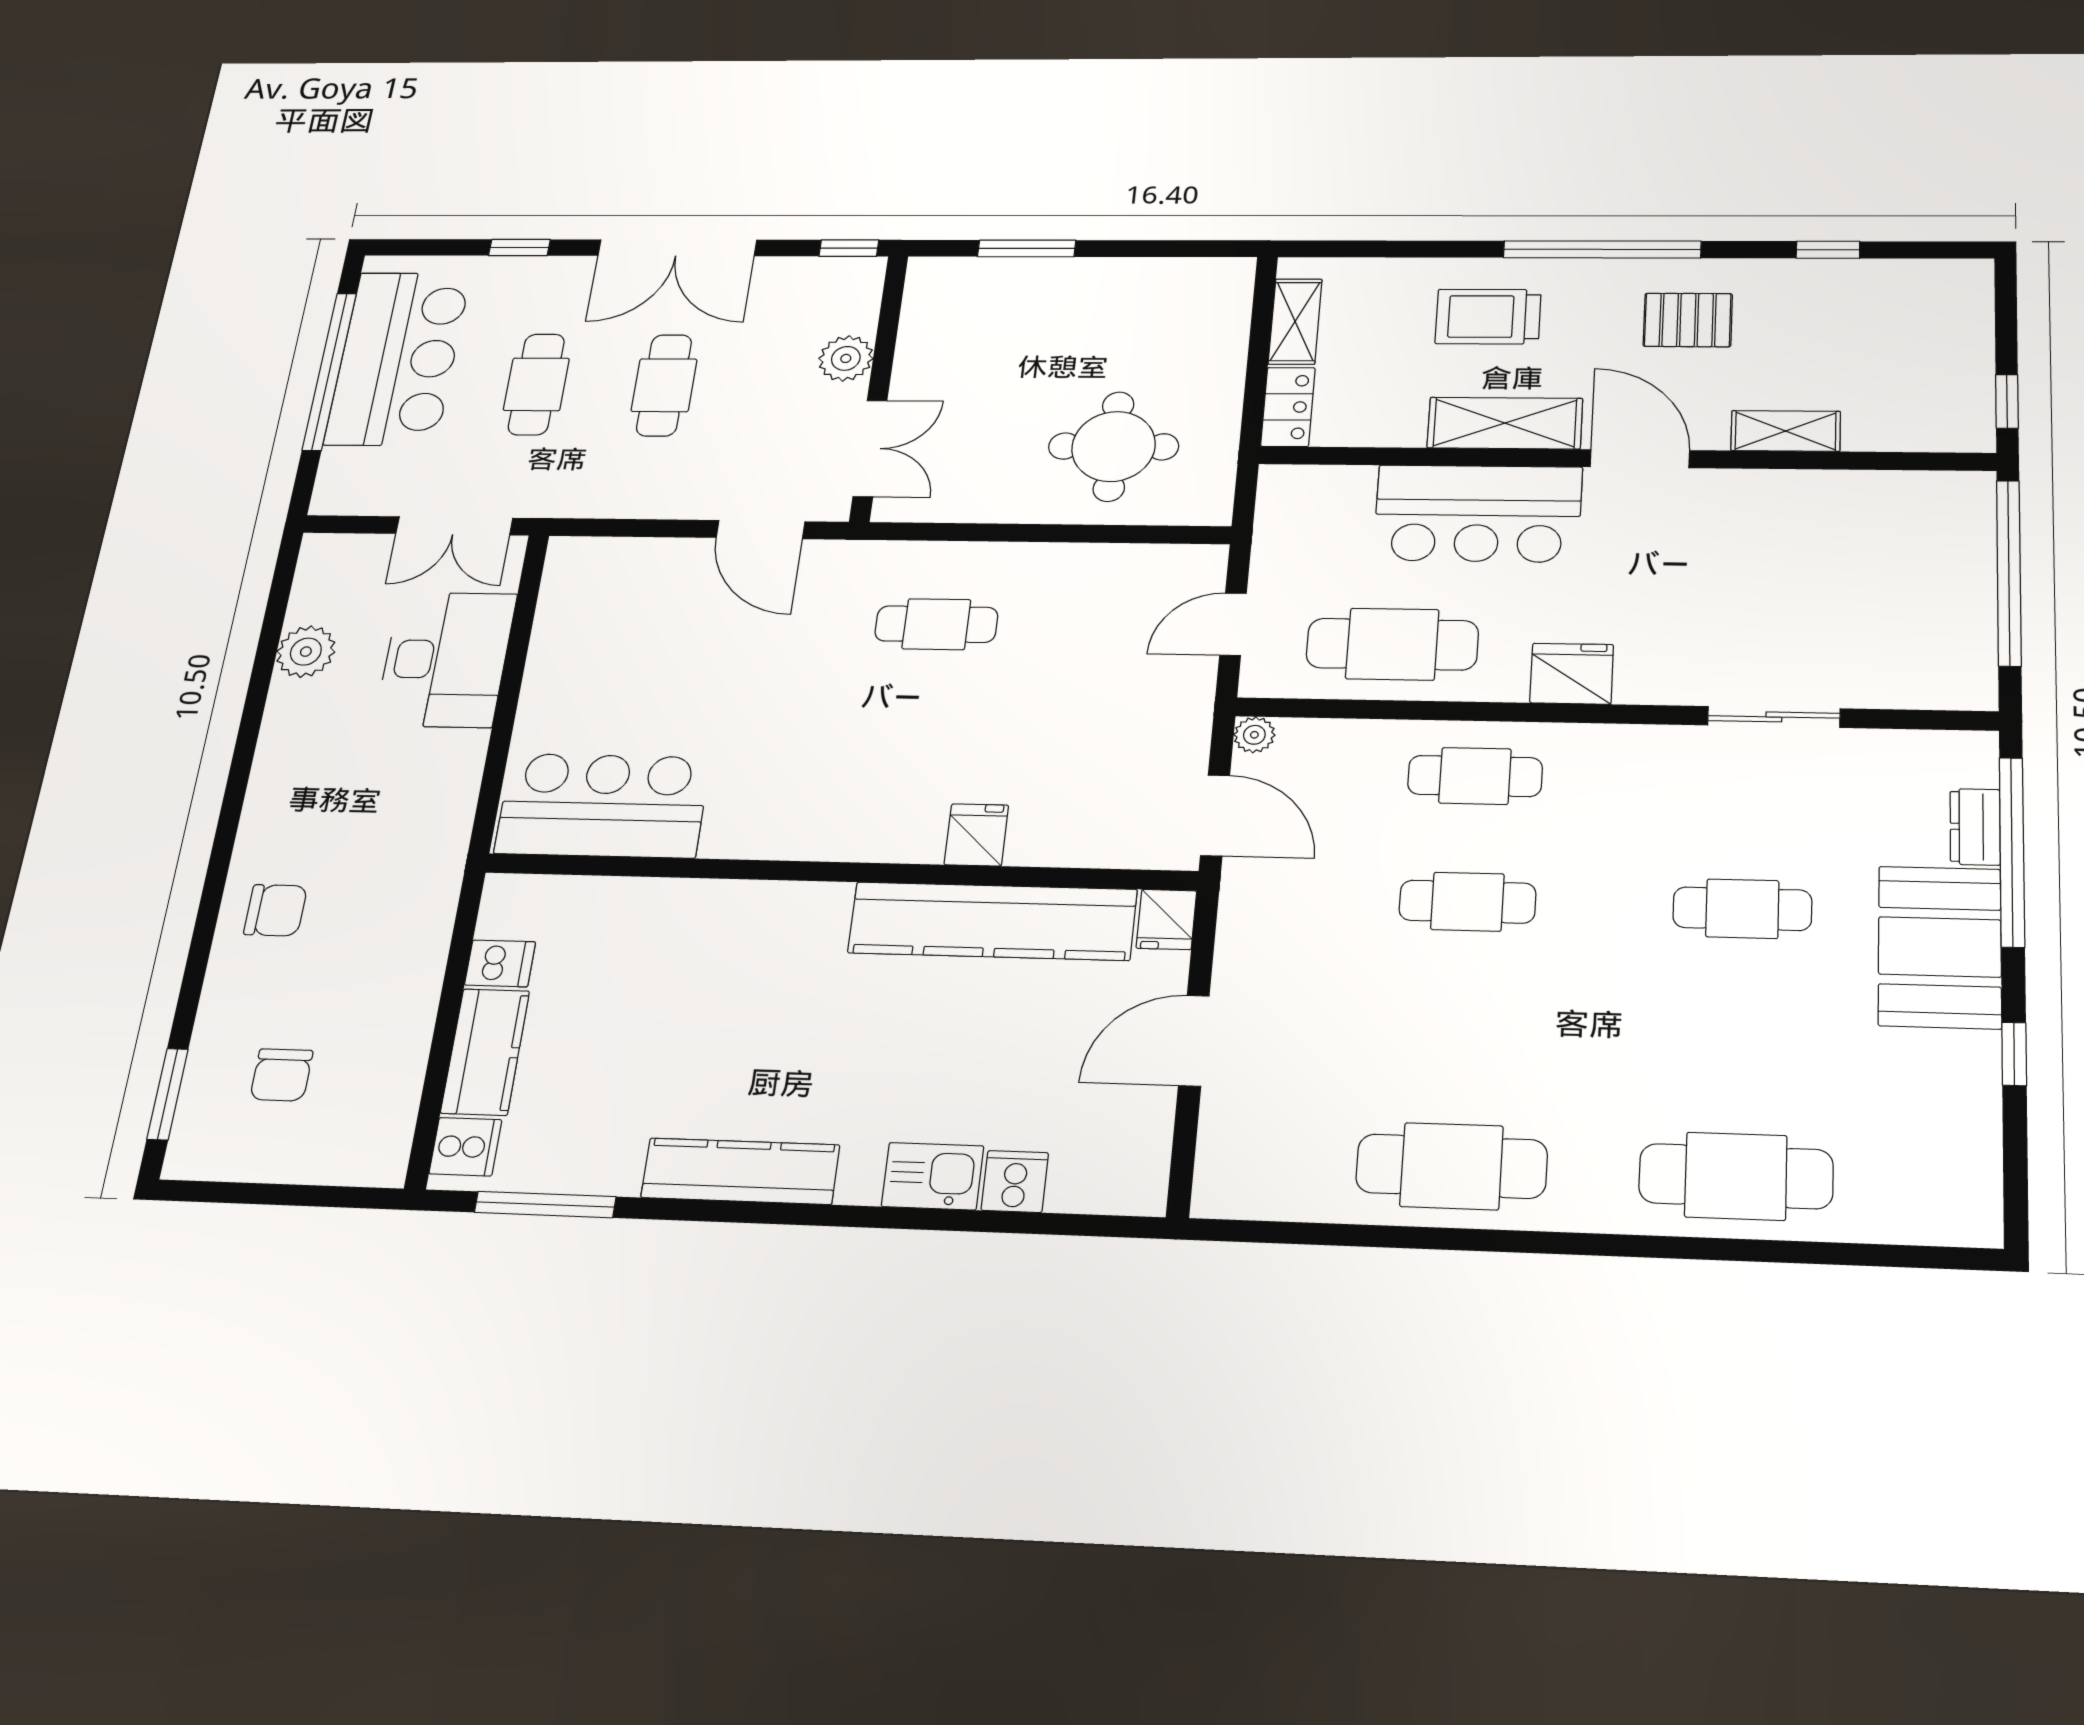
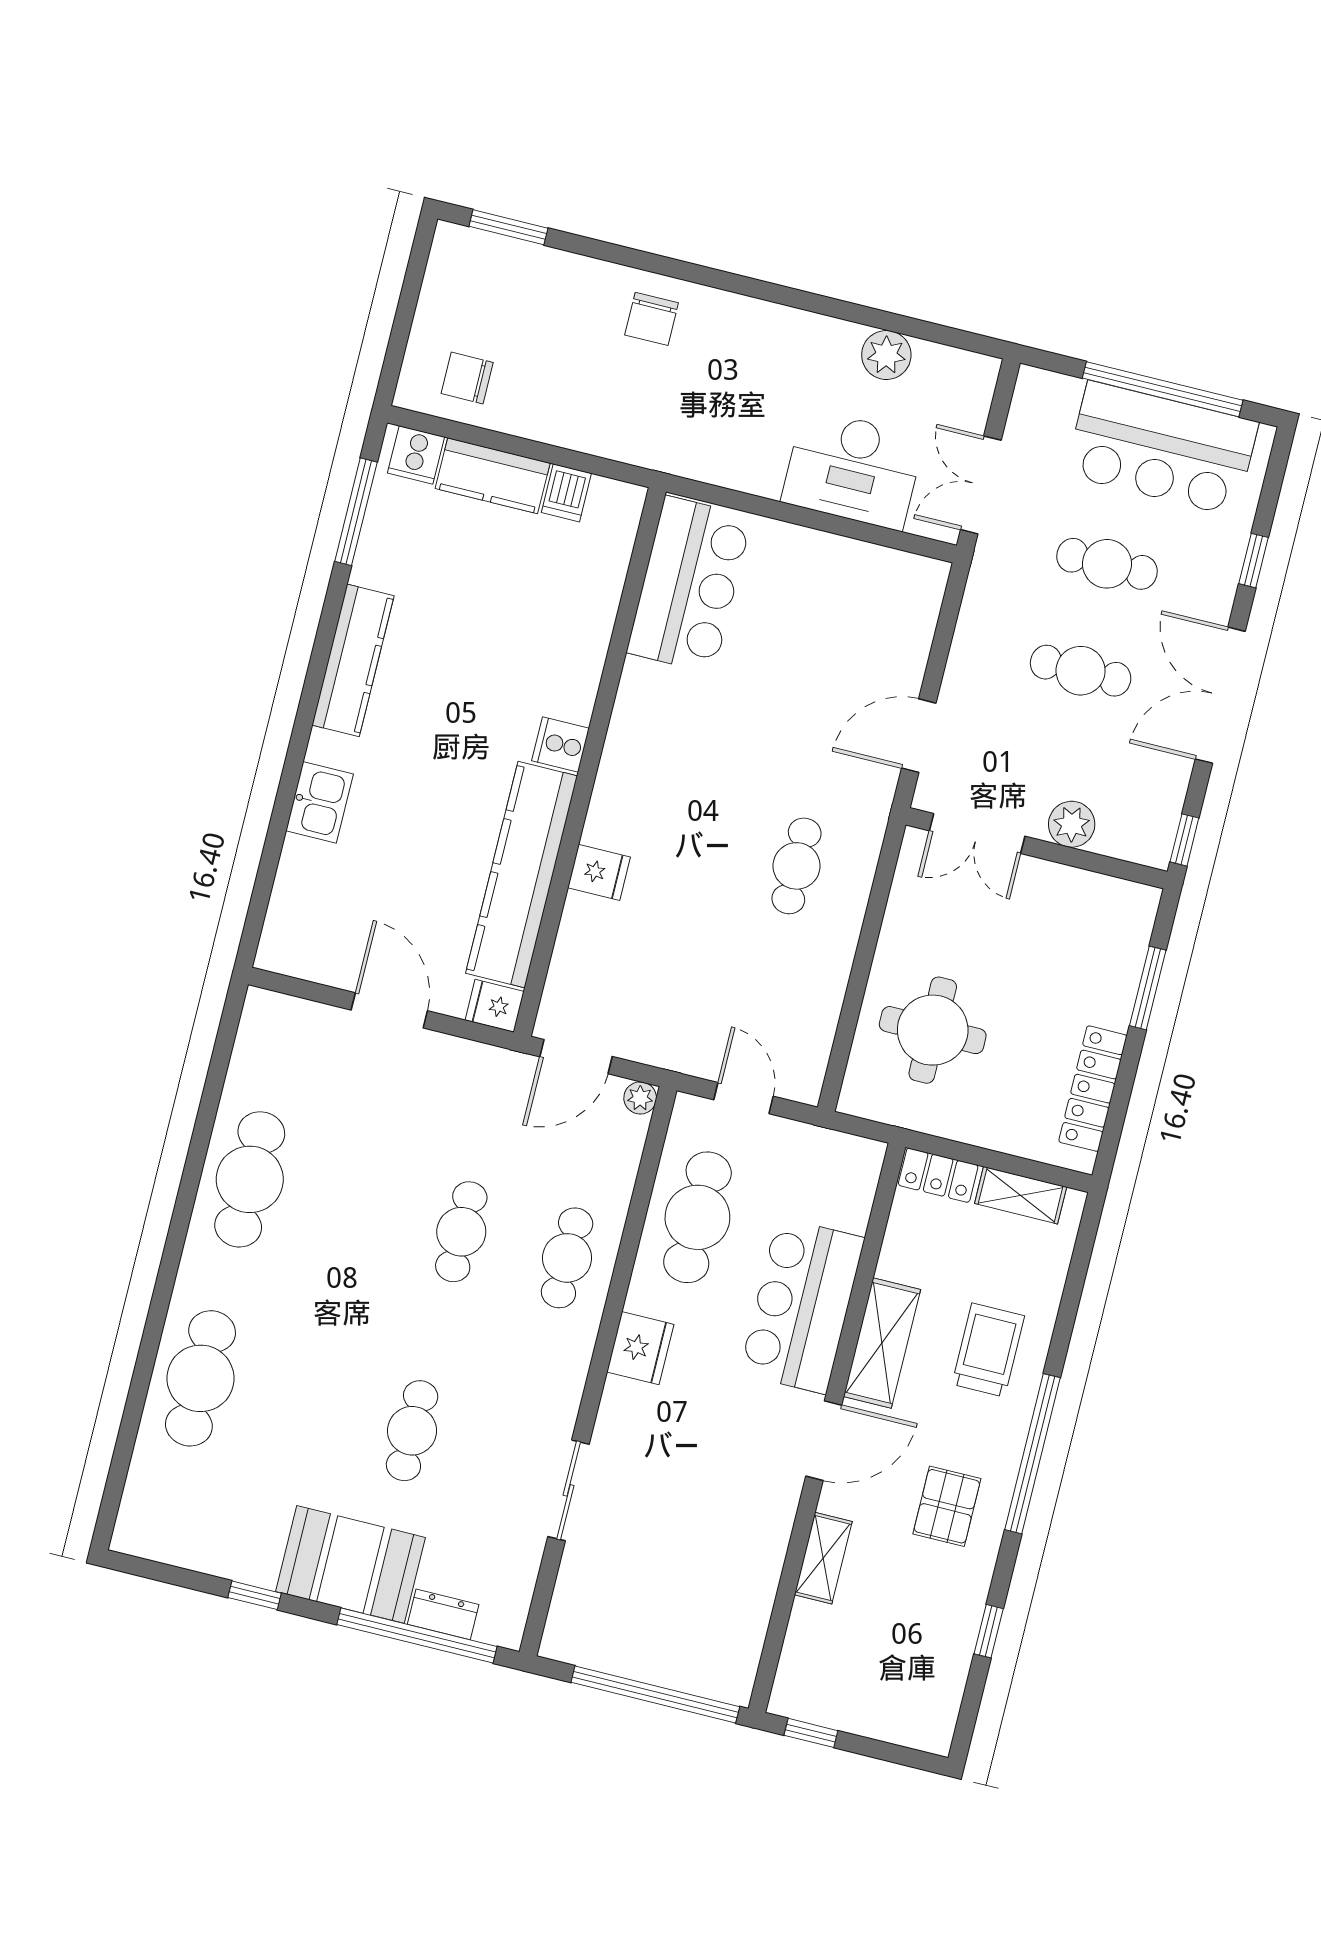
locker: (1154, 277) -> (1093, 1089), added
chair: (281, 1075) -> (467, 378), moved
cooker: (1015, 1181) -> (561, 745), moved, turned 180

